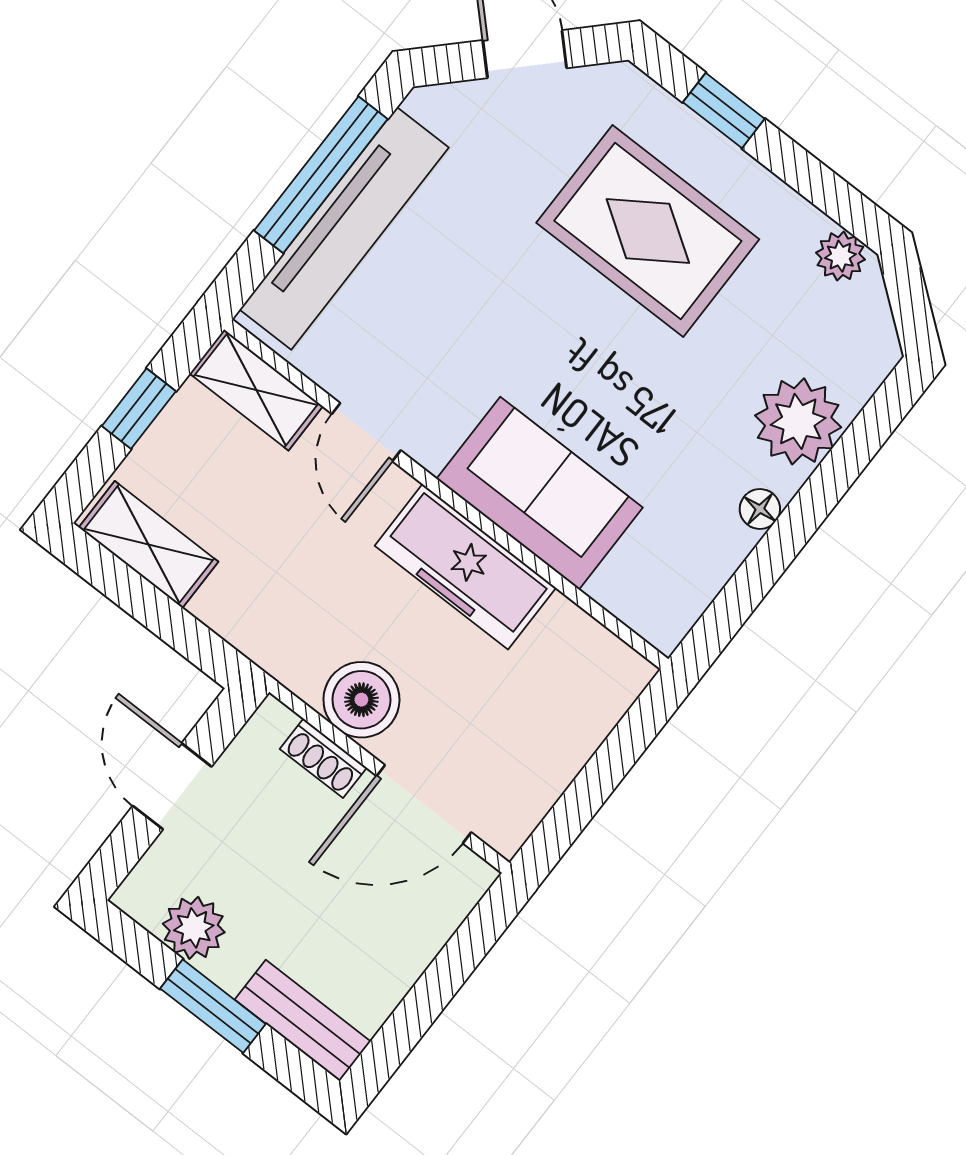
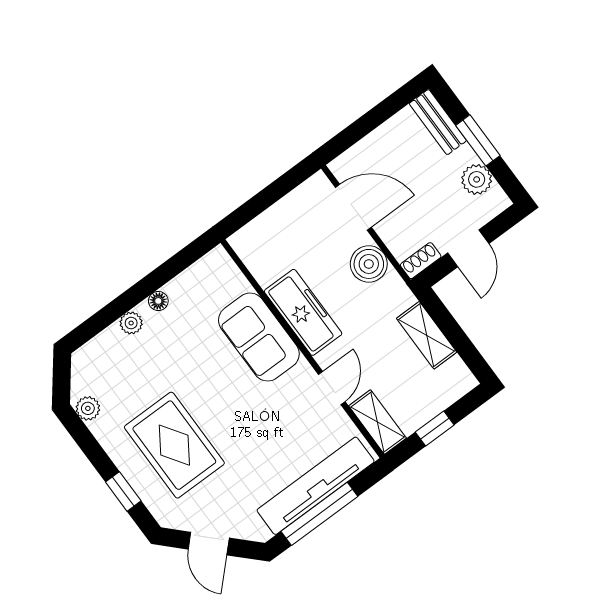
plant: (798, 421) -> (131, 323), width x0.53, depth x0.53
shelving: (148, 545) -> (427, 335), moved
shoe rack: (323, 758) -> (421, 261), moved, turned -90

